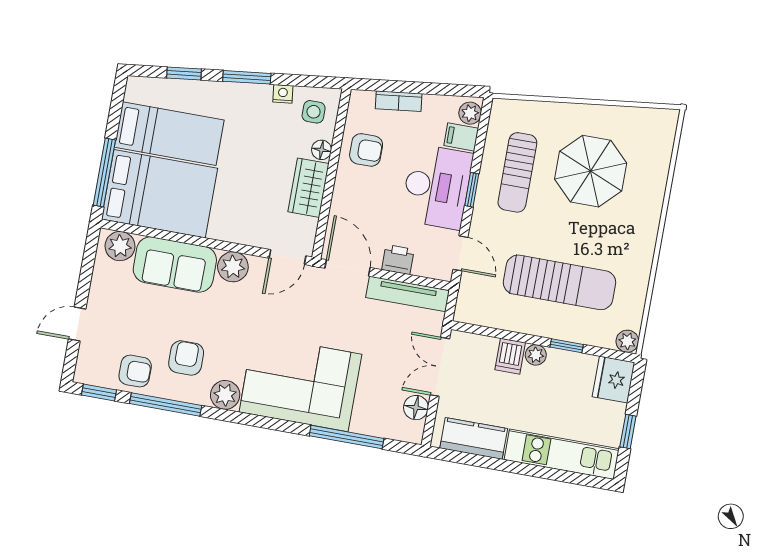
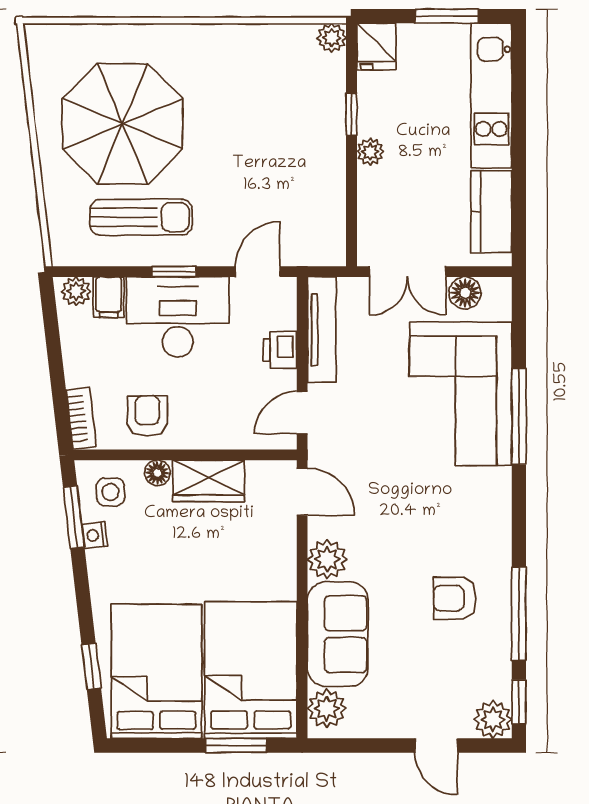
window: (247, 77) -> (74, 517), moved
bookcase: (399, 101) -> (81, 418), moved
bed: (169, 134) -> (156, 671), width x1.50
parasol: (591, 171) -> (123, 124), width x1.36, depth x1.36
window: (104, 172) -> (236, 746), width x0.69
door: (348, 268) -> (302, 413), width x0.73
sun lounger: (559, 282) -> (272, 138), removed
dishwasher: (510, 356) -> (378, 184), removed
armchair: (135, 371) -> (483, 661), removed
fridge: (614, 380) -> (376, 47), width x0.72
corner sofa: (300, 383) -> (461, 394), moved
plant: (225, 395) -> (493, 720), moved
window: (628, 431) -> (447, 16), width x1.50
window: (347, 437) -> (519, 416), moved

